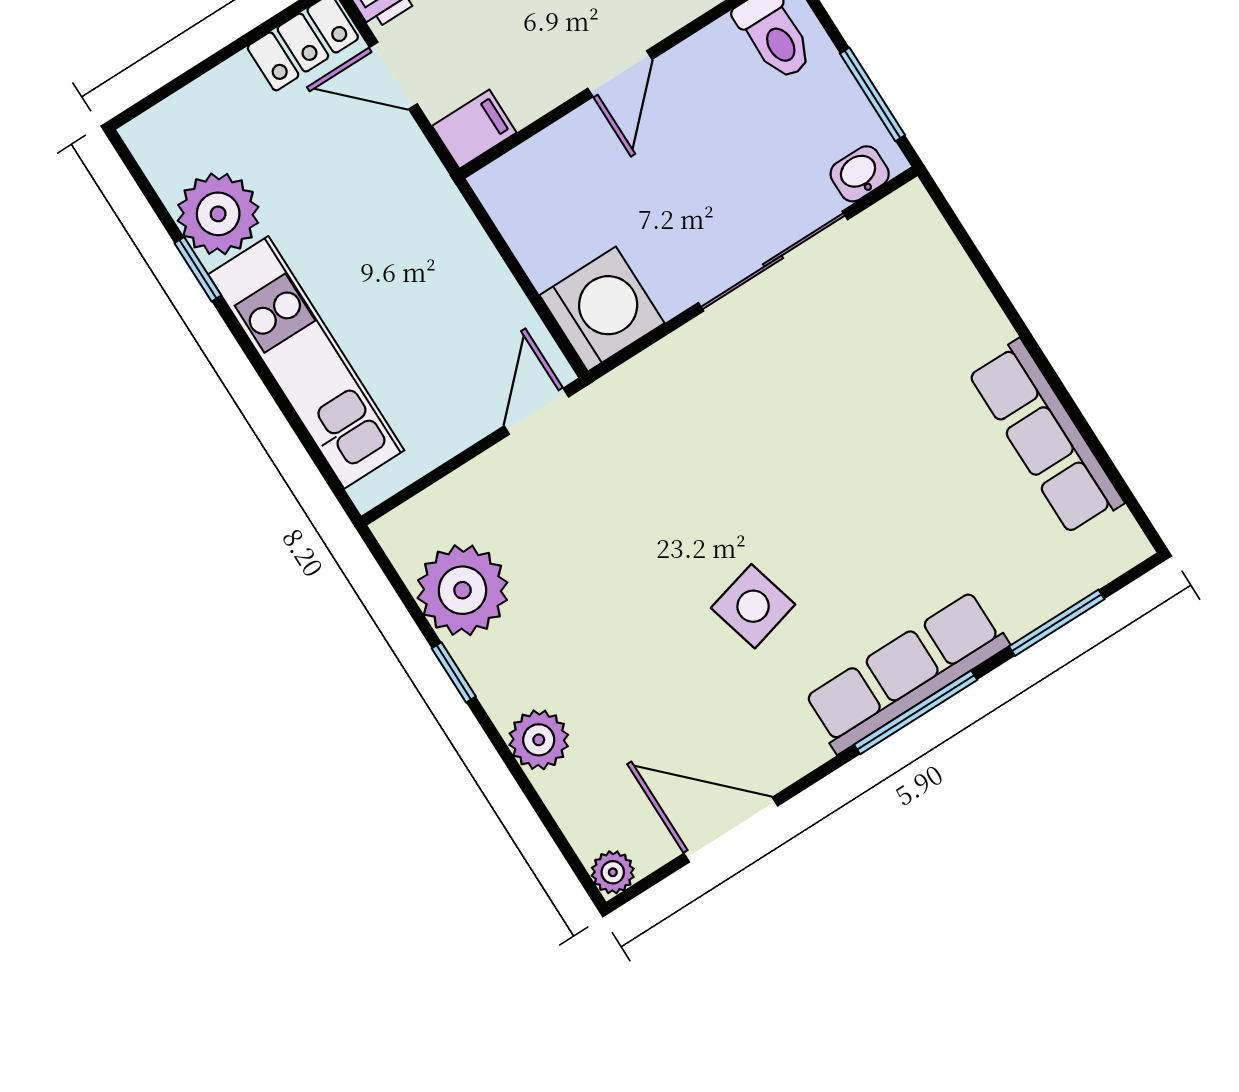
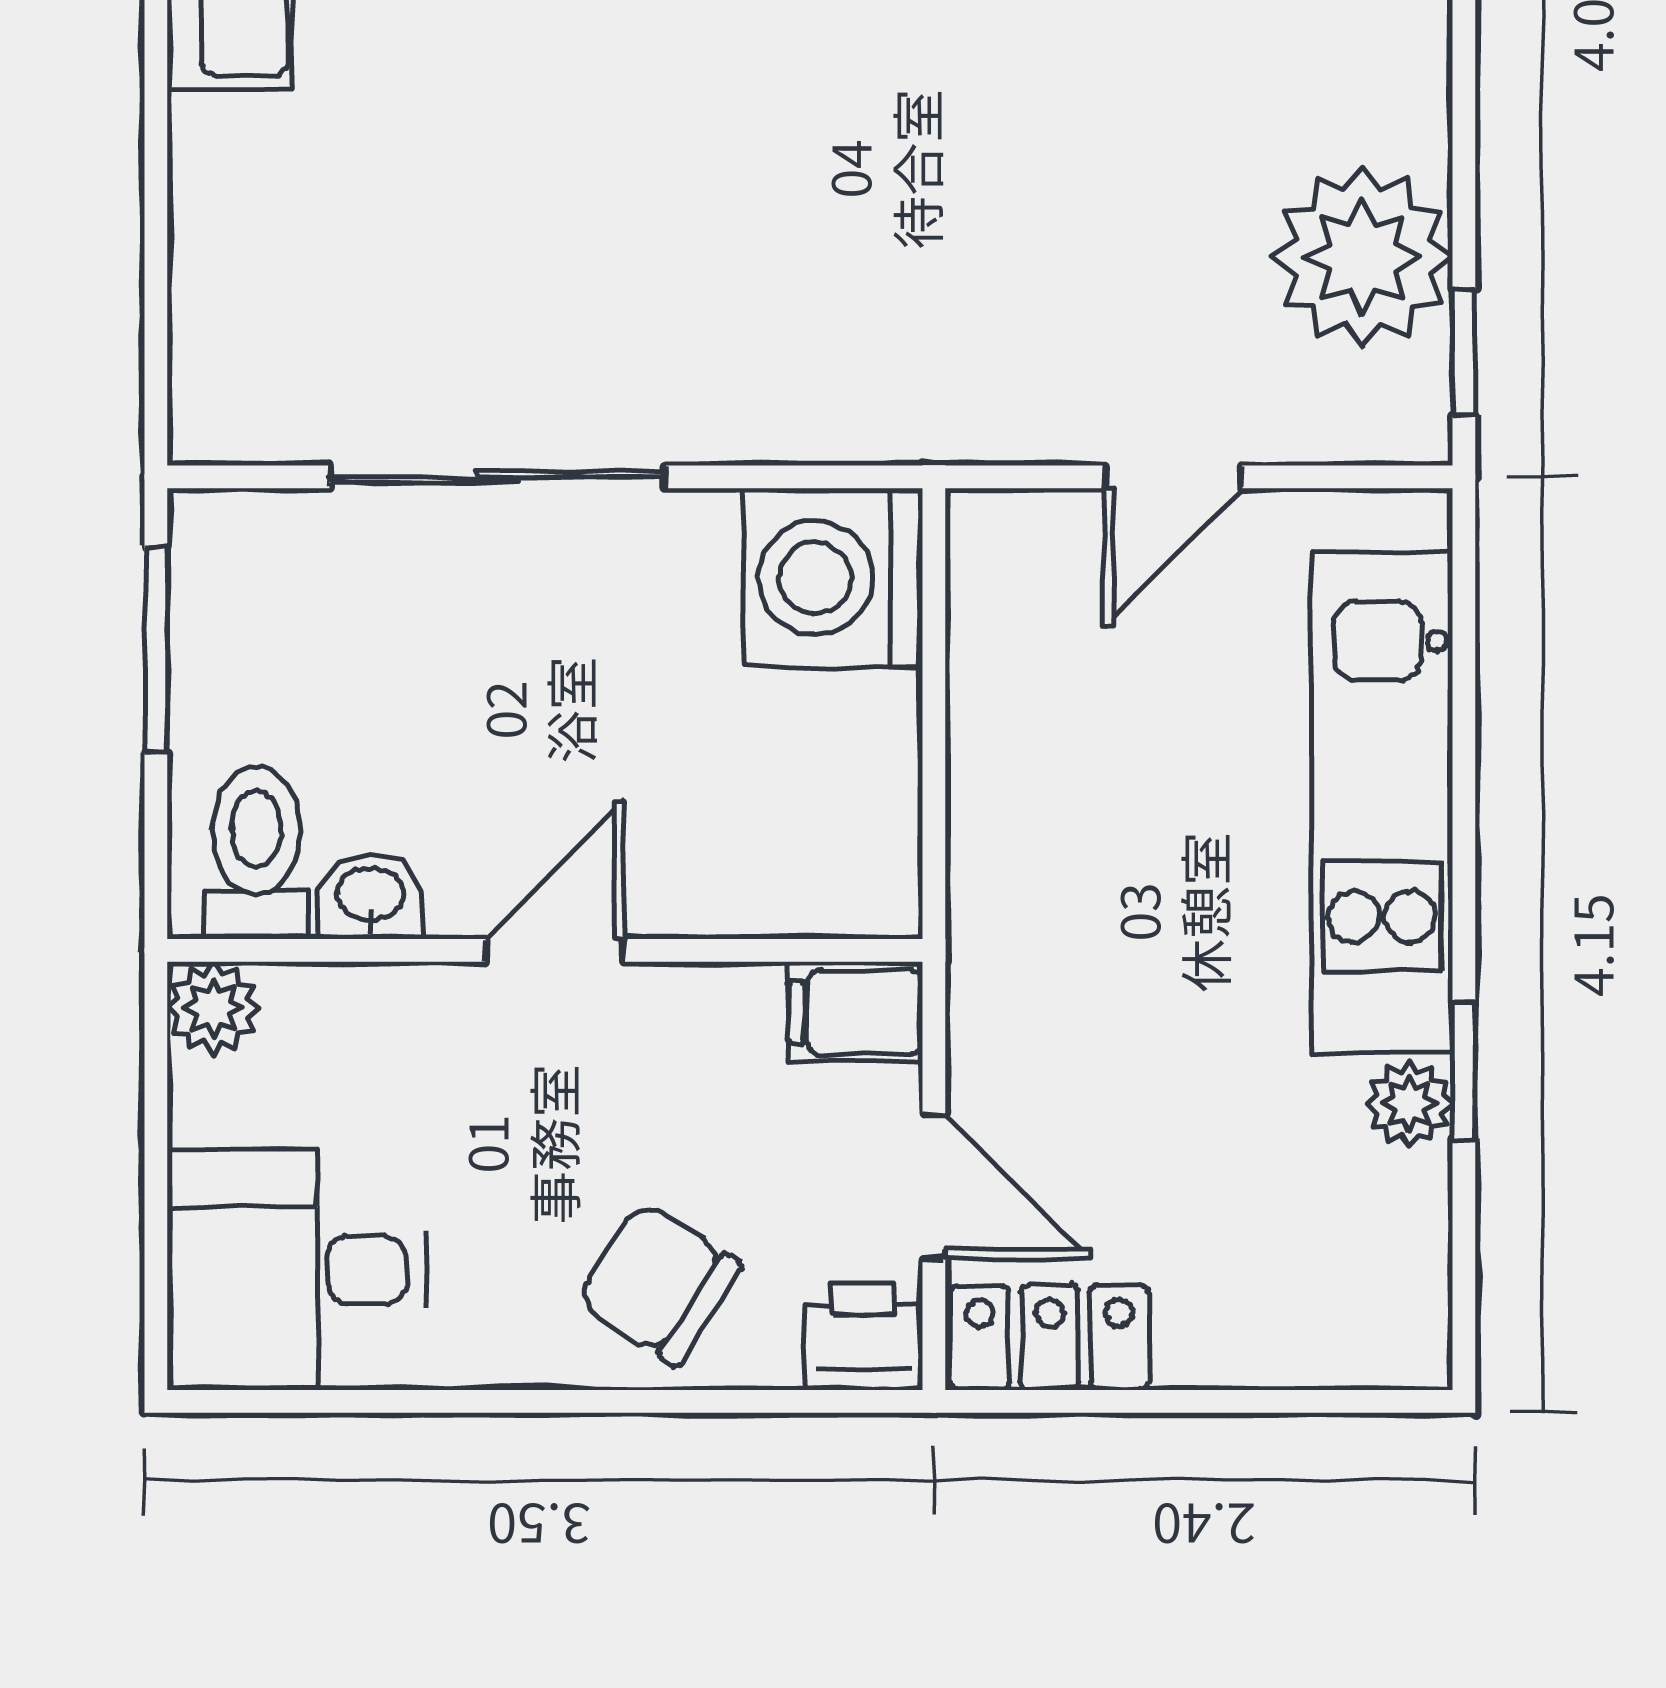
washbasin: (860, 174) -> (370, 897), moved, turned 180
plant: (218, 214) -> (1409, 1104), width x0.53, depth x0.53
door: (536, 411) -> (1173, 477), moved
window: (454, 672) -> (1464, 352), moved

